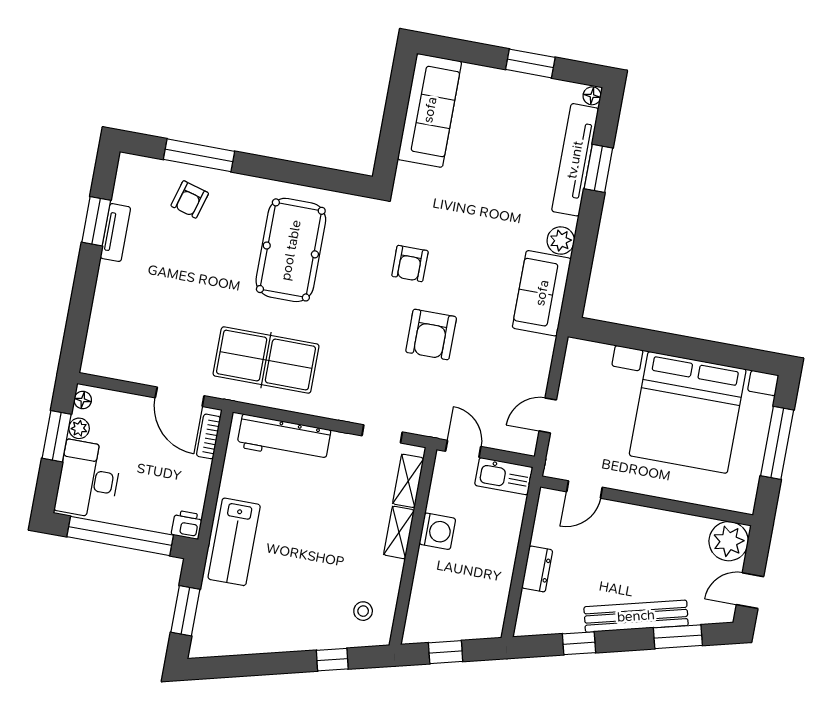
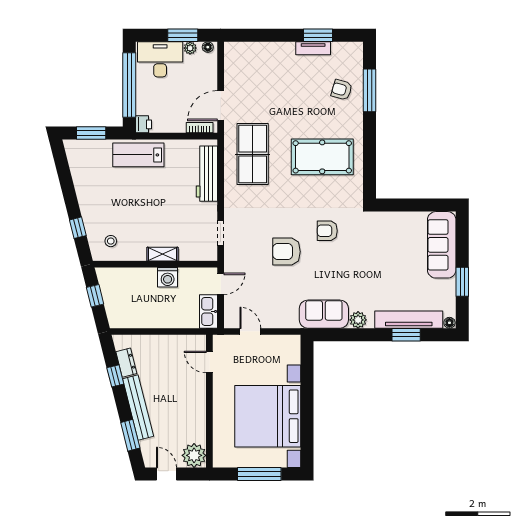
sofa: (430, 110) -> (442, 245), moved, turned 90
shelving: (408, 481) -> (195, 254), removed
dresser: (537, 569) -> (126, 363), moved, turned -104

